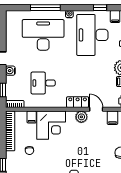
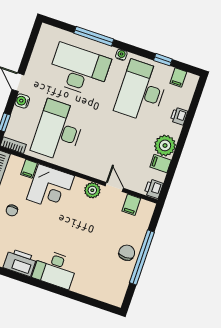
desk: (43, 83) -> (58, 131), width x1.87, depth x1.30
locker: (78, 102) -> (94, 170), removed

